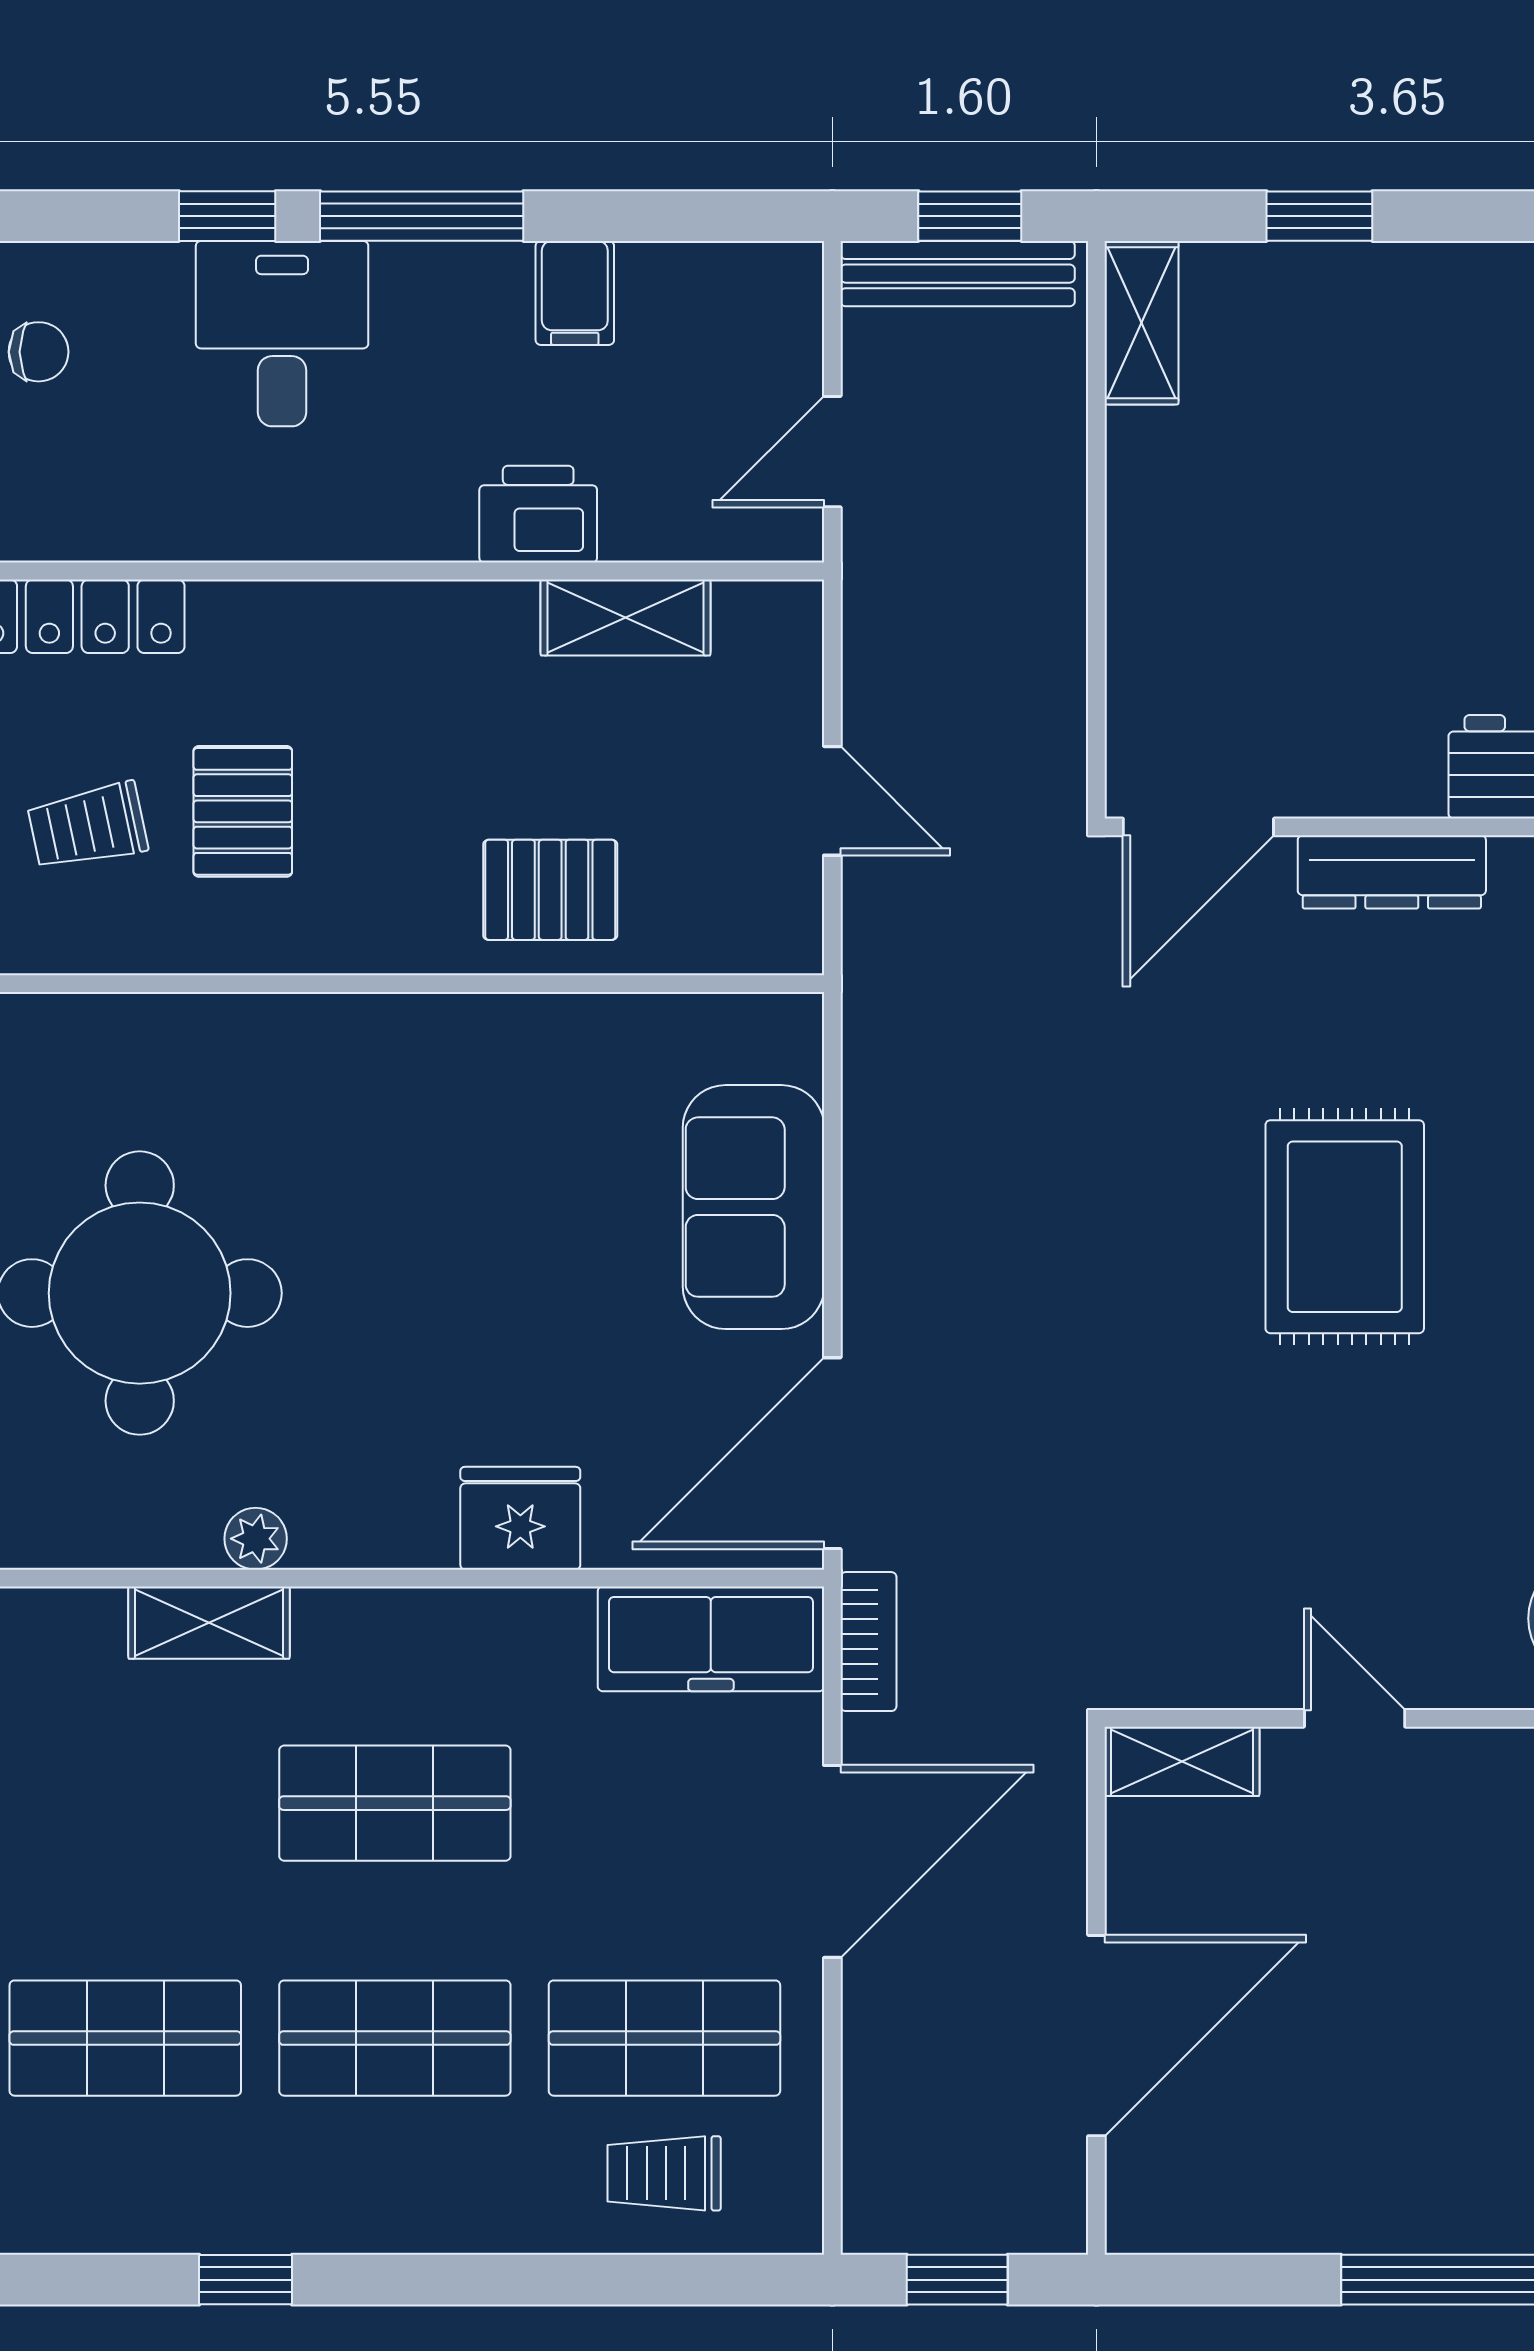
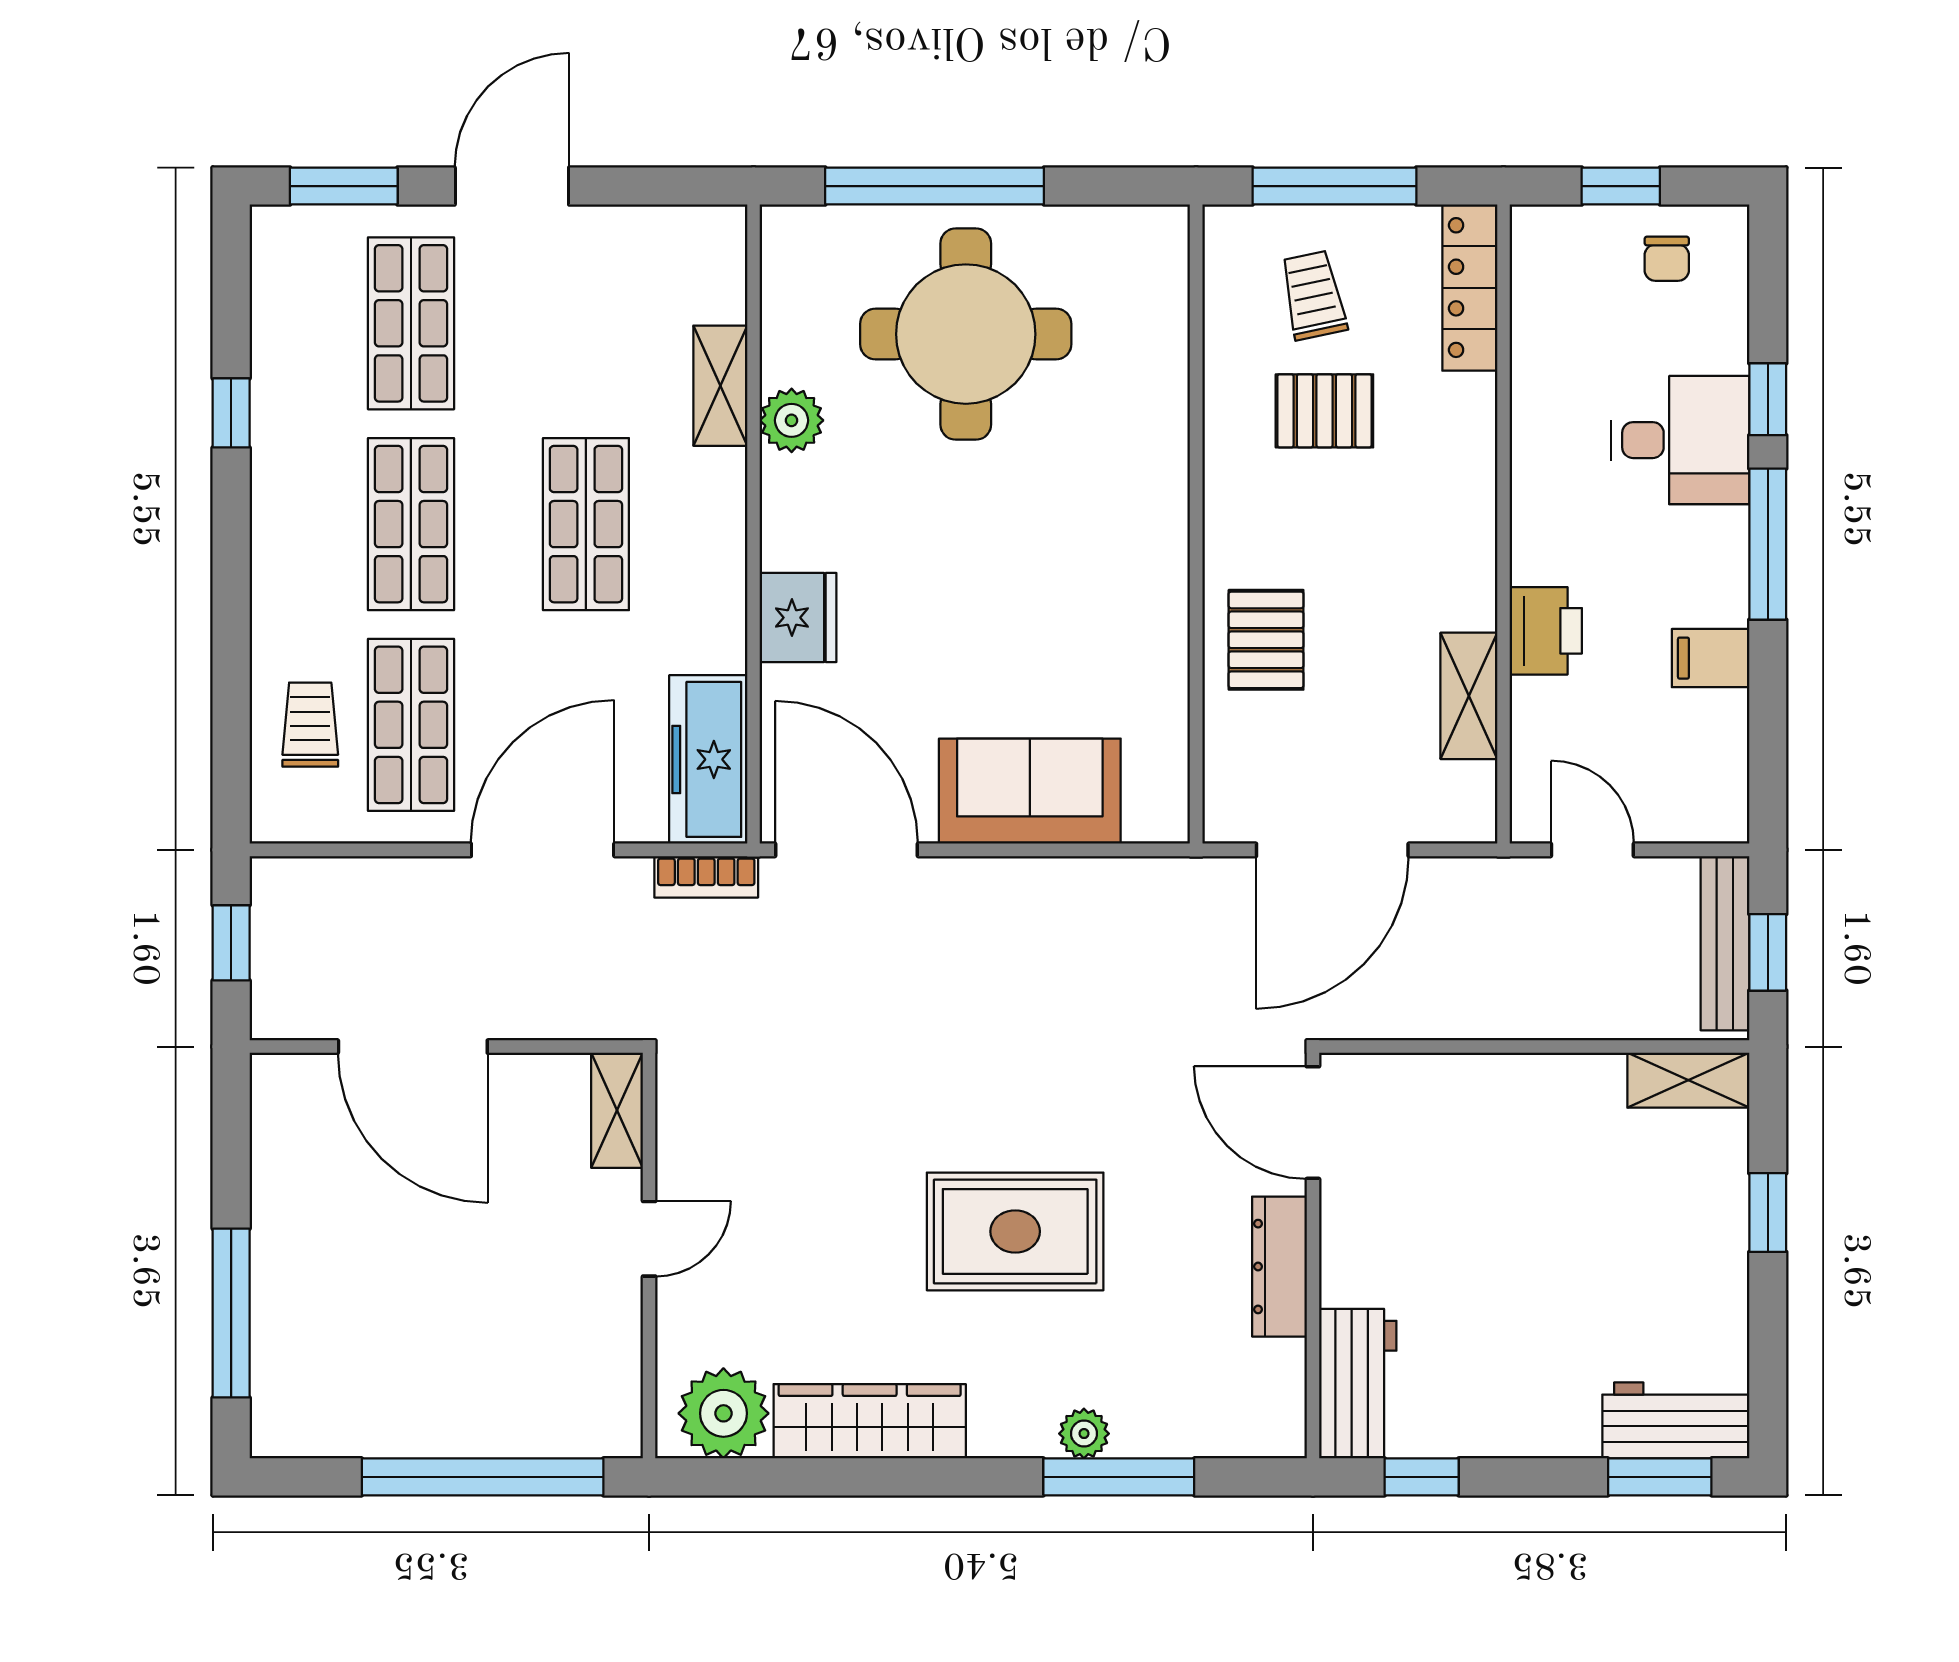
door: (832, 801) -> (1332, 850), width x1.87
plant: (256, 1539) -> (792, 420), width x1.38, depth x1.38
door: (832, 1861) -> (543, 850), swing flipped

